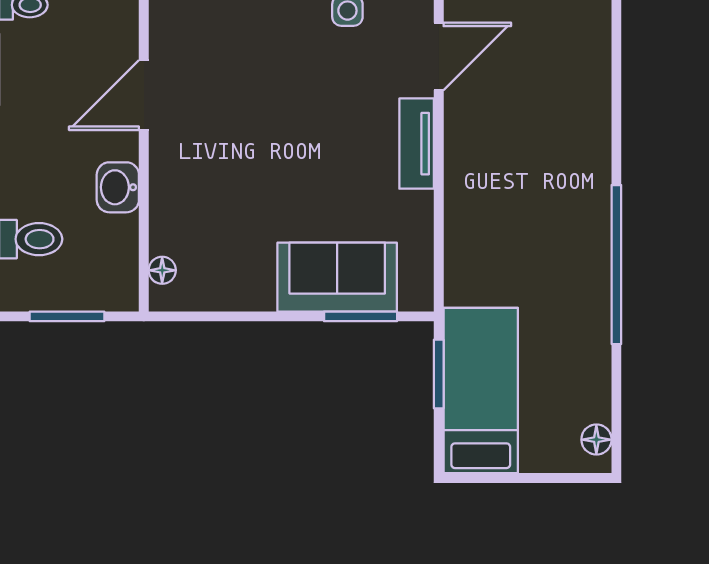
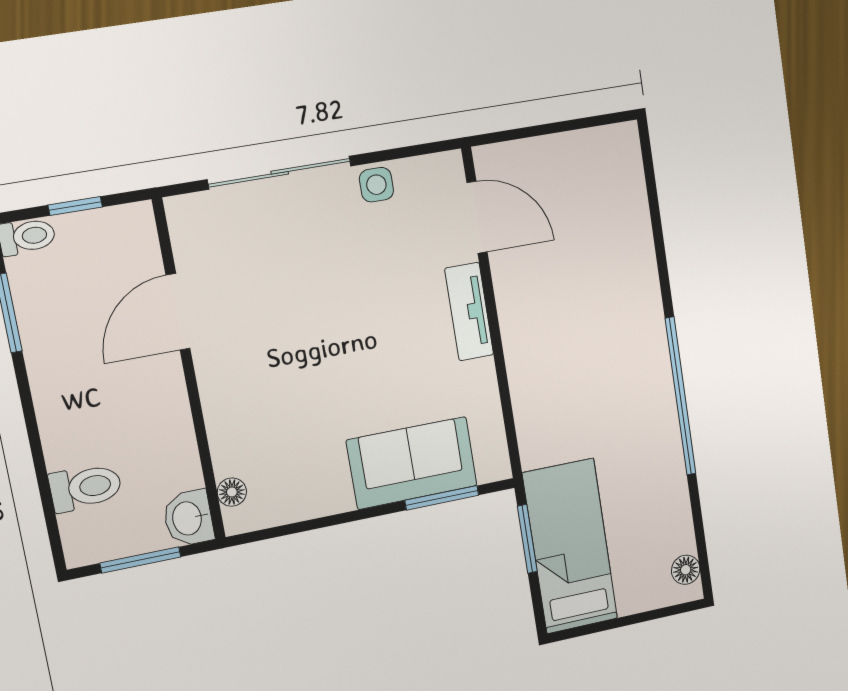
door: (439, 56) -> (477, 217), hinge flipped
washbasin: (118, 187) -> (188, 518), moved

